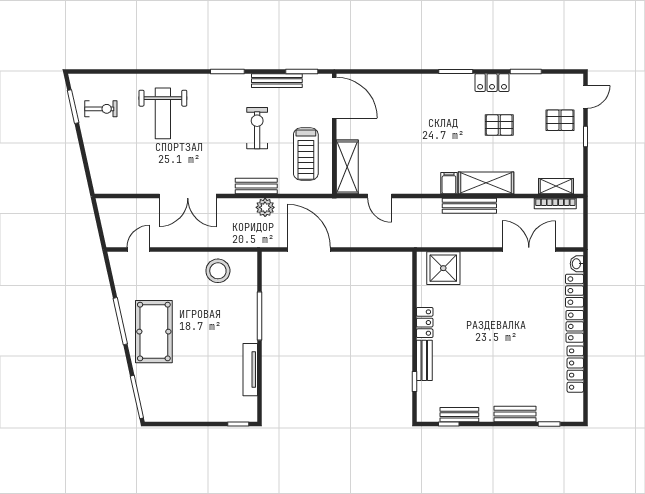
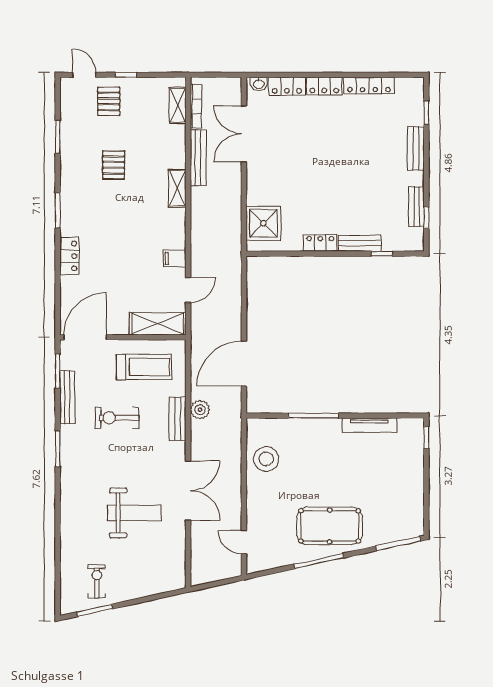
locker: (492, 83) -> (69, 256), moved
weight bench: (163, 113) -> (134, 513), moved
filing cabinet: (449, 183) -> (175, 259), moved
shelving: (486, 183) -> (177, 188), width x0.67, depth x0.75
bench: (469, 206) -> (198, 158), moved

